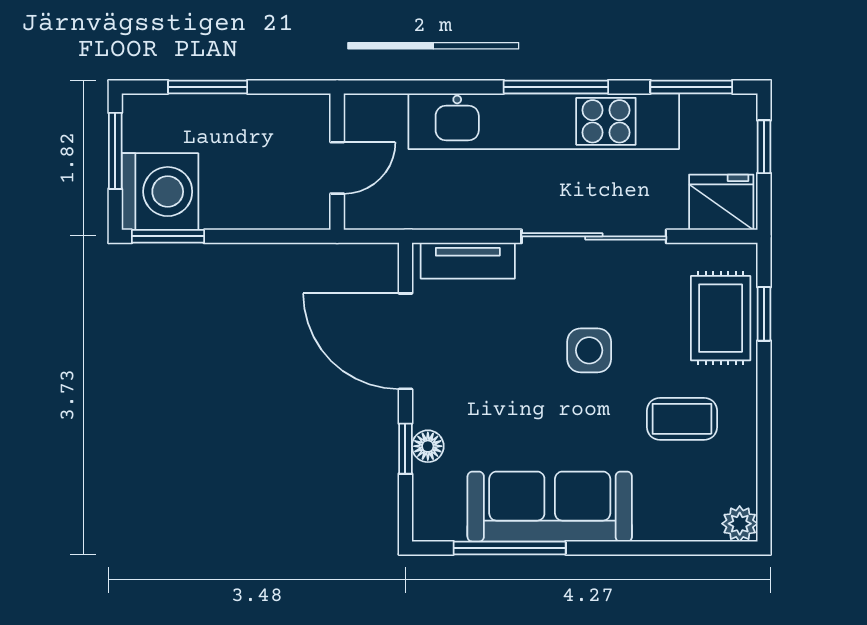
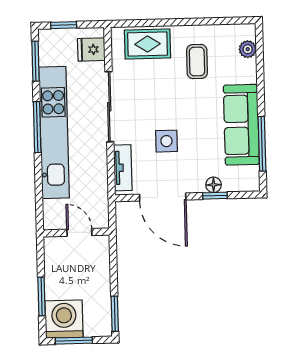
washing machine: (160, 192) -> (64, 319), moved
fridge: (721, 202) -> (91, 49), width x0.72
window: (764, 314) -> (145, 23), removed
door: (405, 341) -> (163, 197), hinge flipped
side table: (589, 350) -> (166, 141), moved
plant: (740, 524) -> (248, 49), moved

